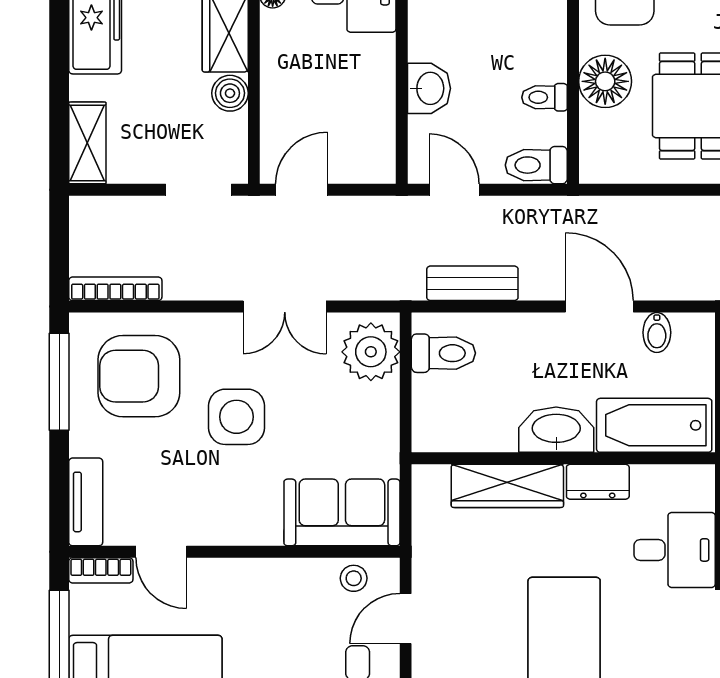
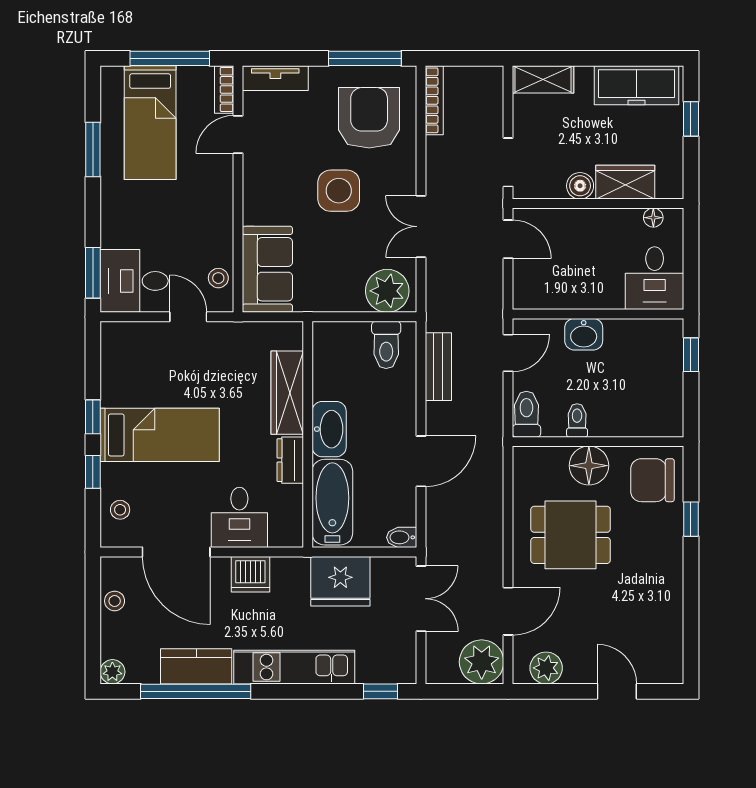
bidet: (657, 333) -> (402, 537), moved

